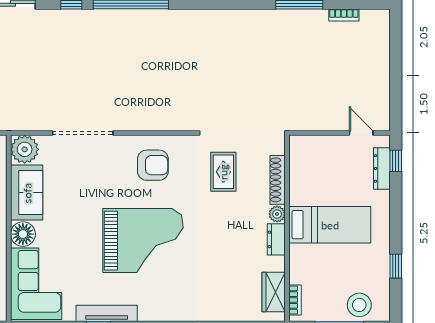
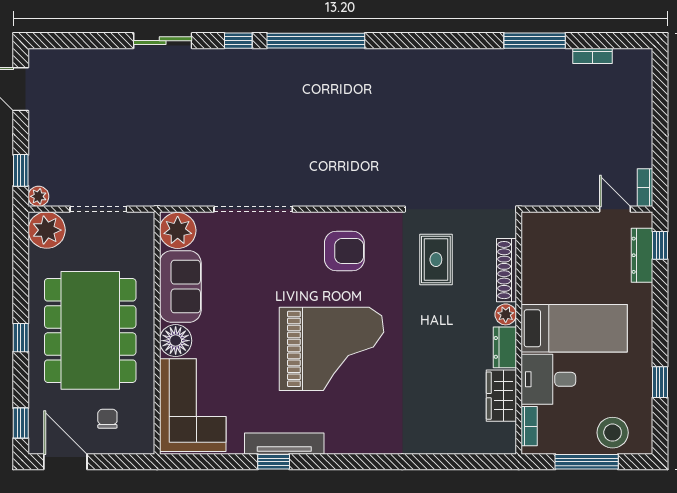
bookcase: (384, 116) -> (645, 188), added
desk: (310, 264) -> (548, 379), added
wardrobe: (274, 292) -> (501, 396), moved

